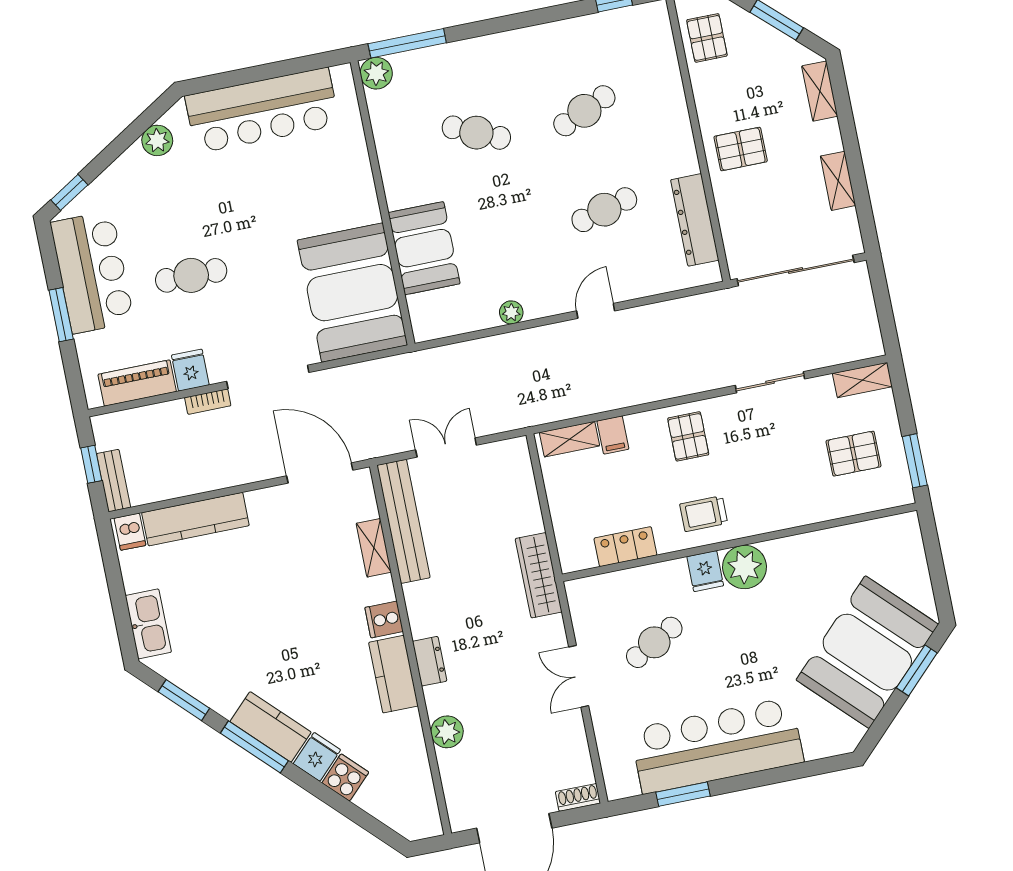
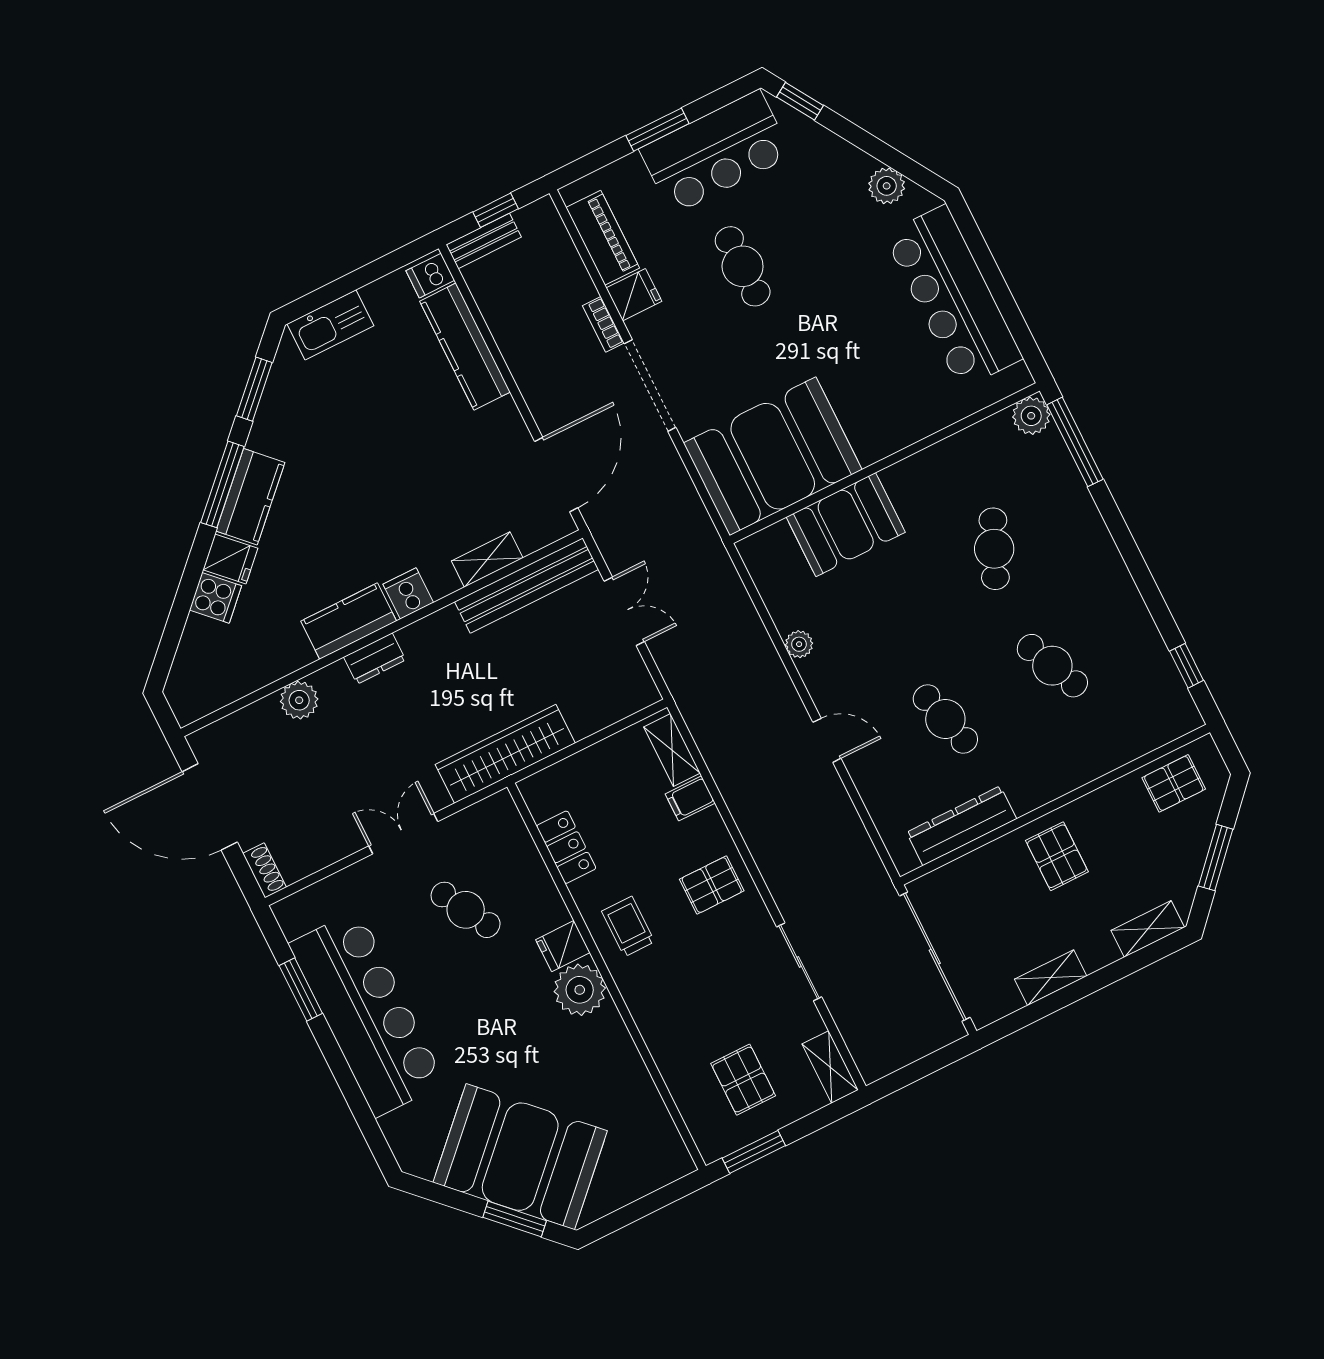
wardrobe: (539, 575) -> (505, 754), width x1.40, depth x1.17

